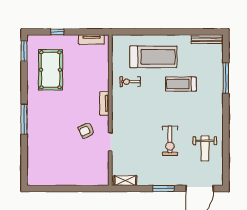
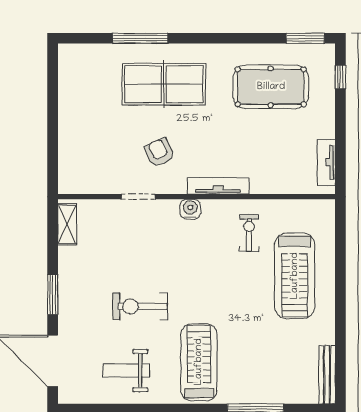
window: (57, 32) -> (340, 77), moved
treadmill: (181, 84) -> (199, 362), moved, width x1.37, depth x1.38
tv unit: (104, 103) -> (218, 186), width x1.41
water cooler: (117, 114) -> (190, 209), added
window: (24, 119) -> (140, 38), moved
table tennis table: (49, 128) -> (164, 84), added

